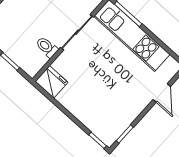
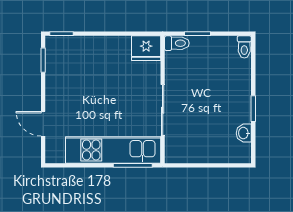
toilet: (47, 47) -> (177, 43), moved

